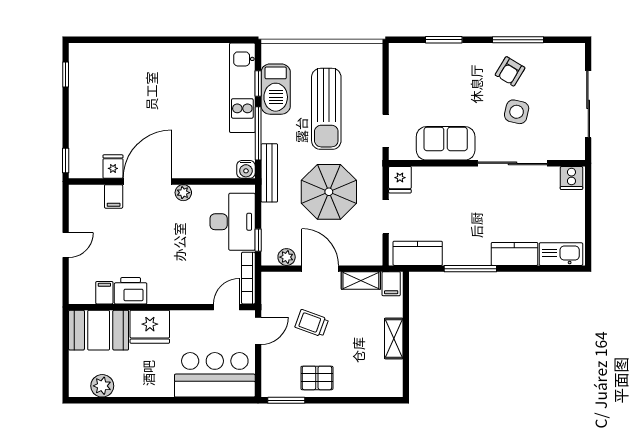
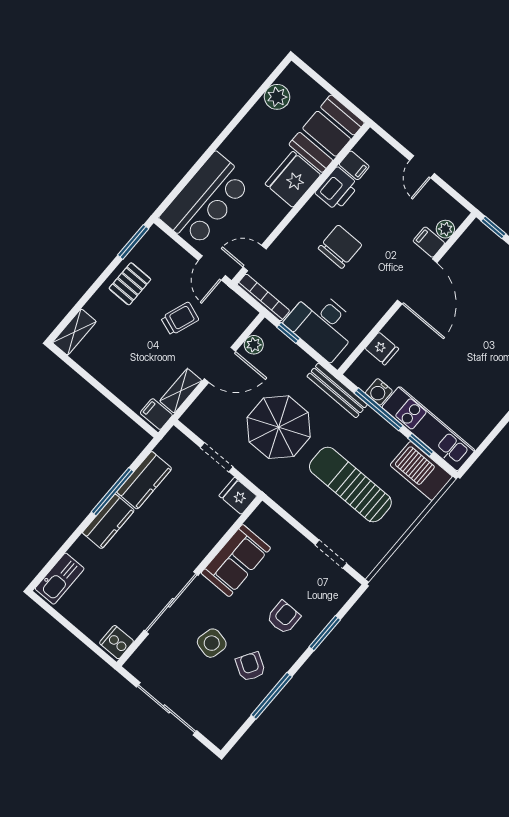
armchair: (457, 77) -> (284, 617), added
barbecue: (276, 89) -> (421, 471), moved
doorway: (386, 131) -> (331, 554), moved
fridge: (113, 167) -> (382, 349), moved
water cooler: (246, 169) -> (379, 392), moved, turned -90
plant: (183, 193) -> (445, 229), moved
kitchen counter: (418, 253) -> (144, 480), moved
kitchen counter: (514, 254) -> (108, 521), moved
chair: (169, 255) -> (340, 247), added
door: (226, 307) -> (255, 258), swing flipped
shelving: (394, 339) -> (74, 332), moved, turned 90

